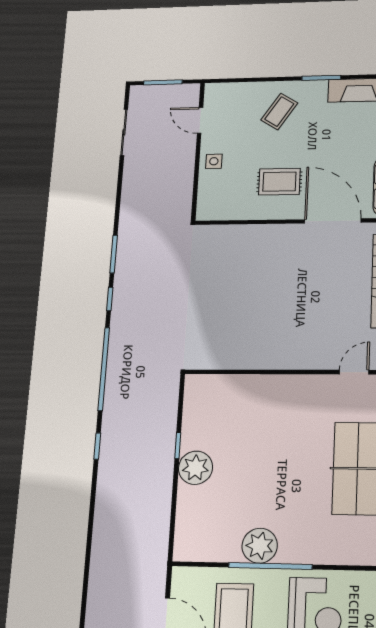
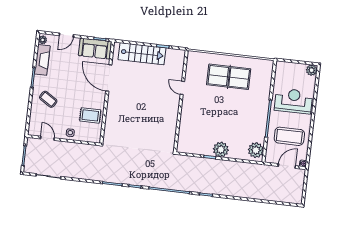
door: (200, 120) -> (47, 138), swing flipped
rug: (279, 182) -> (90, 115), moved, turned 90
door: (333, 221) -> (109, 78), hinge flipped
door: (354, 372) -> (182, 88), moved
plant: (260, 546) -> (256, 150), moved

